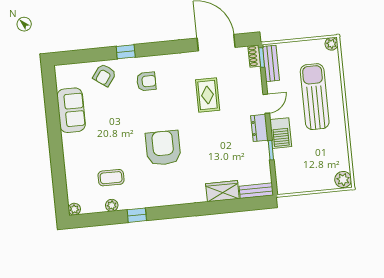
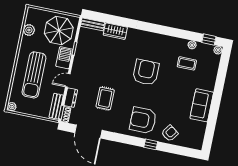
armchair: (146, 81) -> (143, 120), width x1.88, depth x1.88
sofa: (71, 110) -> (202, 105), moved
dresser: (259, 128) -> (71, 98), moved
armchair: (163, 148) -> (146, 72), turned 180
parasol: (300, 168) -> (59, 31), added
plant: (343, 180) -> (29, 30), moved
window: (137, 215) -> (209, 39), moved

